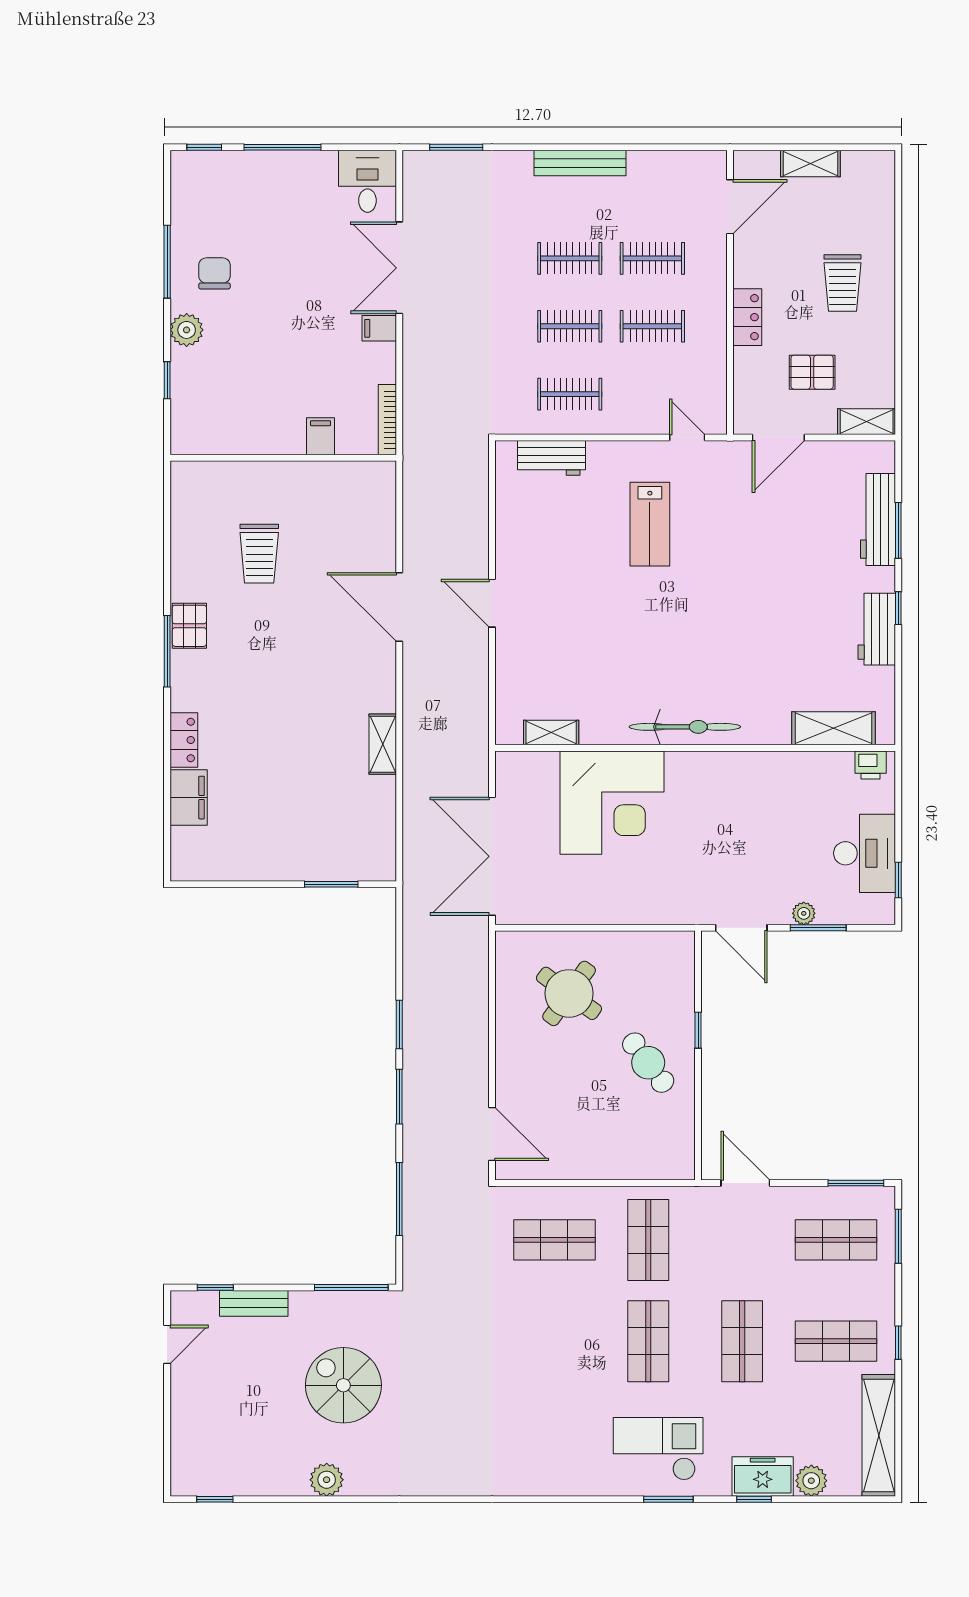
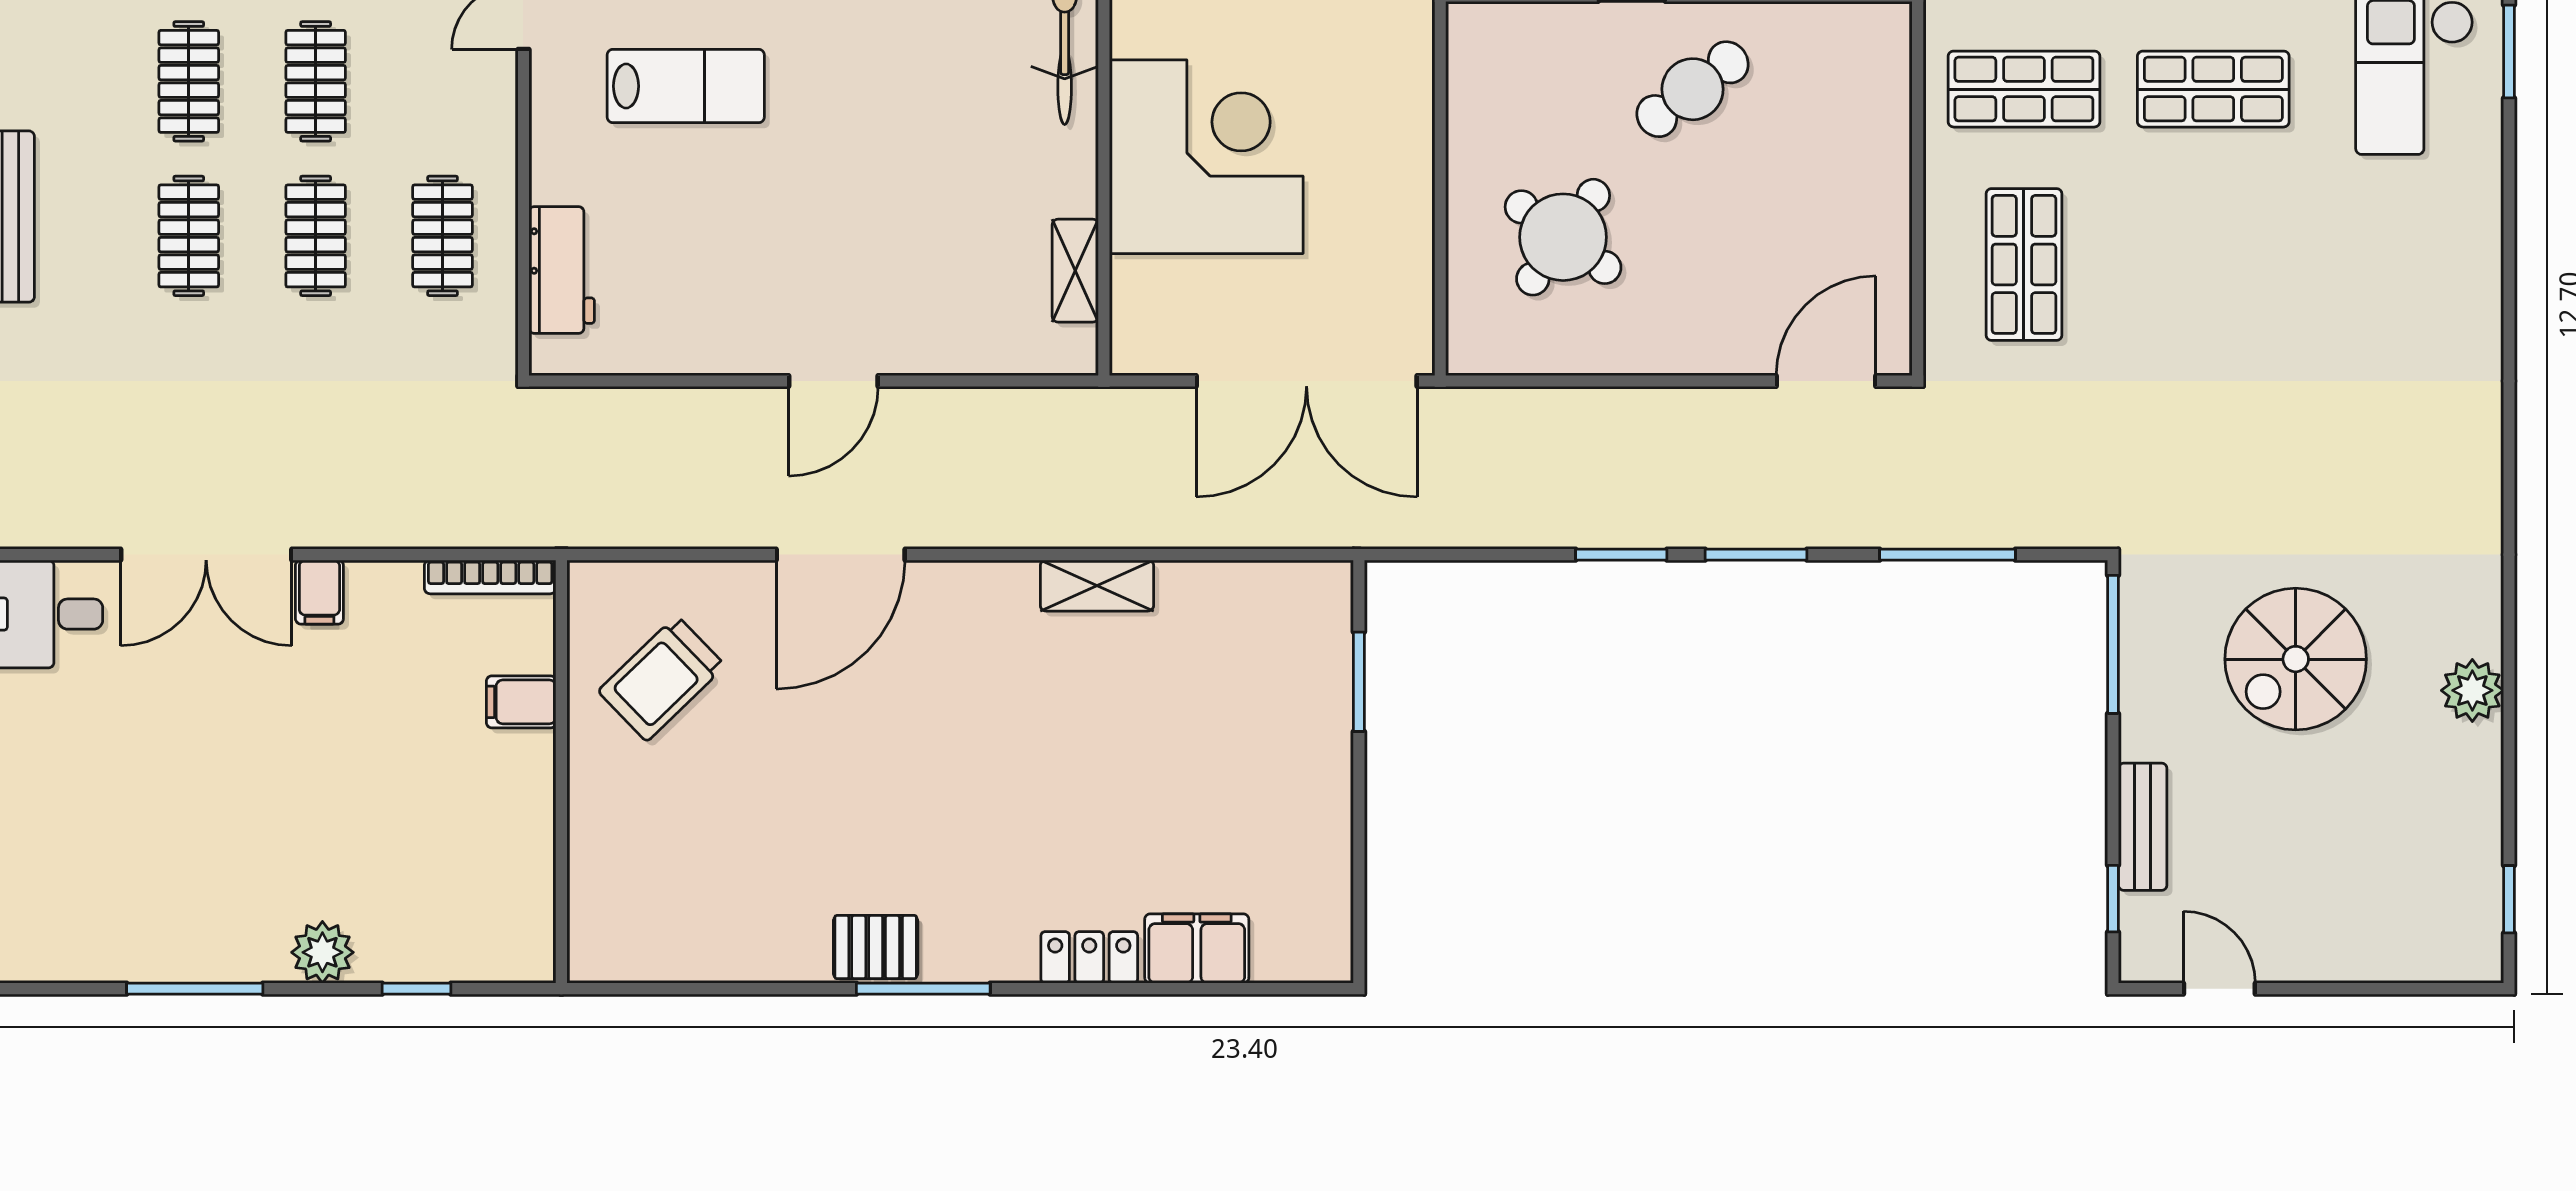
chair: (214, 273) -> (217, 900), removed
trolley: (259, 554) -> (662, 678), moved, turned 136

